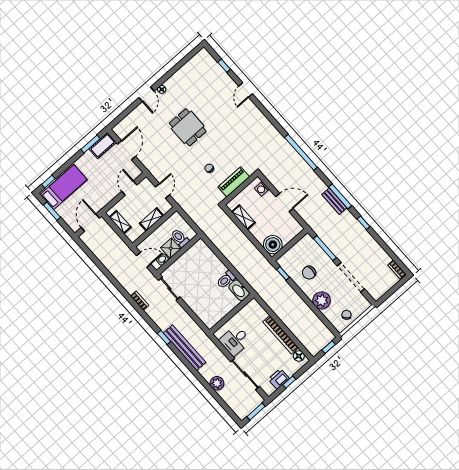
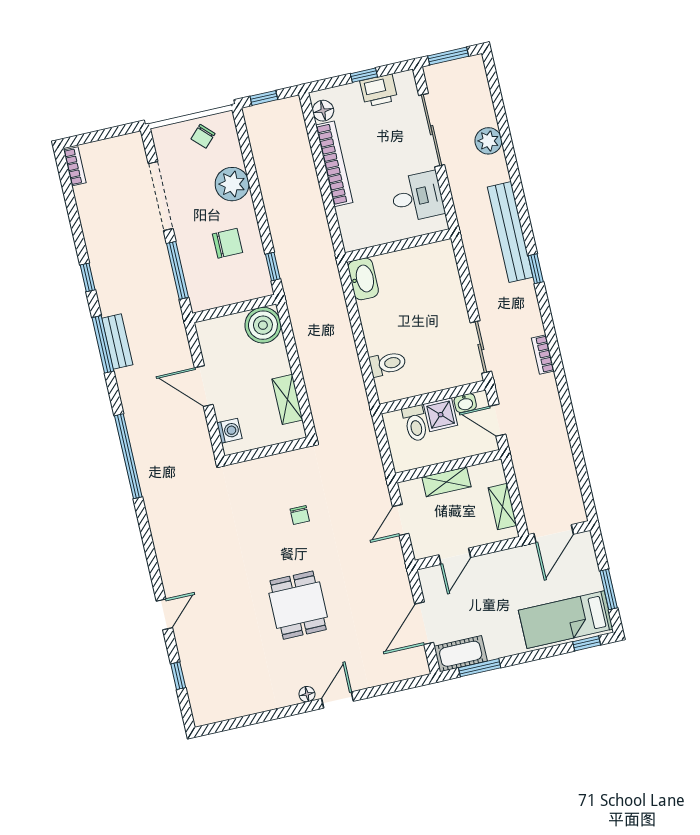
piano: (234, 182) -> (271, 469), removed
toilet: (226, 279) -> (388, 364), moved

